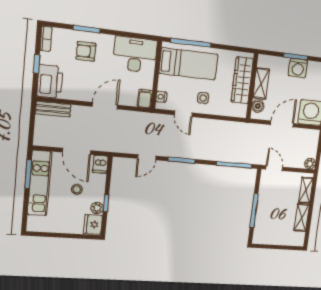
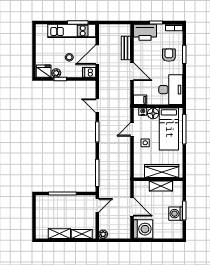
floor lamp: (165, 83) -> (153, 113), added
boiler: (258, 106) -> (144, 186), removed
bench: (53, 109) -> (126, 48), moved

